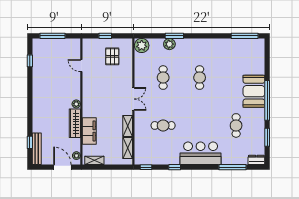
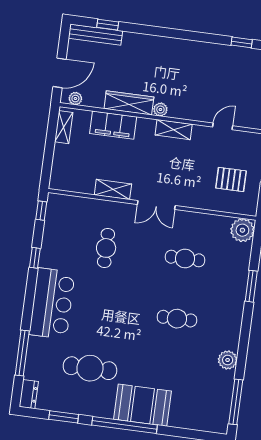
plant: (169, 44) -> (228, 360), moved
cafe table: (236, 125) -> (90, 368), width x1.37, depth x1.35
shelving: (128, 148) -> (174, 130), moved

